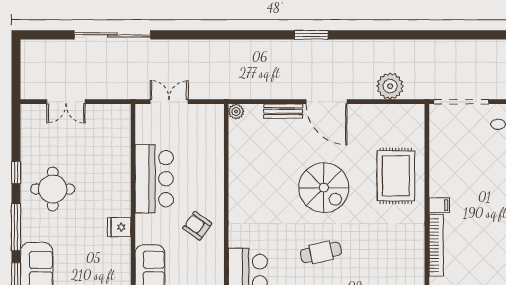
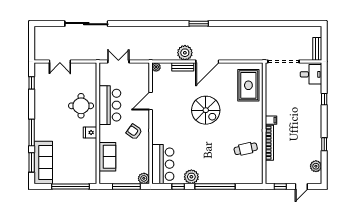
plant: (390, 86) -> (185, 53), moved
door: (327, 102) -> (207, 62), hinge flipped
window: (16, 172) -> (32, 83), moved
door: (226, 172) -> (151, 101), added
rug: (396, 176) -> (248, 85), moved
round table: (53, 189) -> (81, 106), moved
cafe table: (321, 252) -> (246, 149), moved

